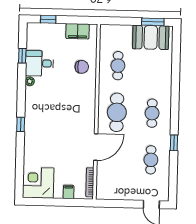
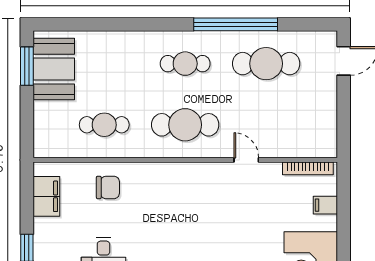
chair: (82, 67) -> (108, 187), turned 90
window: (174, 143) -> (236, 24), width x3.17
door: (96, 147) -> (246, 160), width x0.53
cafe table: (151, 160) -> (266, 64), width x1.37, depth x1.35

